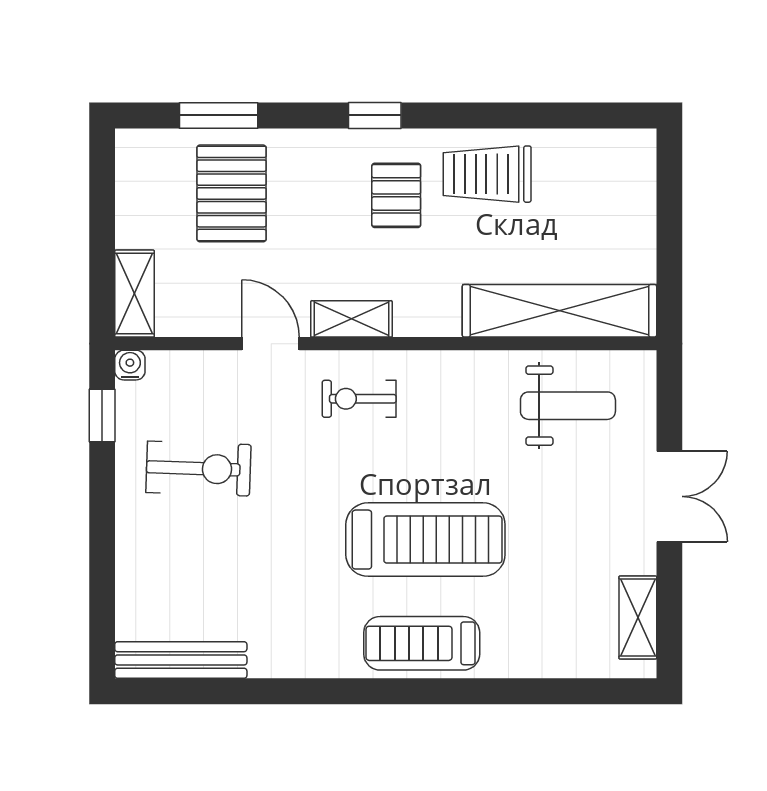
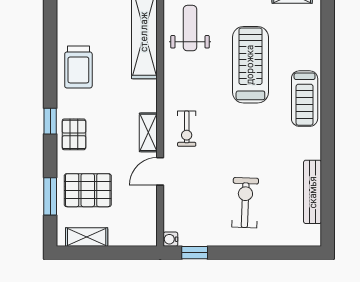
pallet: (396, 195) -> (74, 134), moved, turned 90
shelving: (135, 294) -> (87, 237), moved
exercise bike: (198, 468) -> (245, 203), moved
treadmill: (425, 540) -> (250, 65), moved
bench: (181, 660) -> (313, 192), moved

